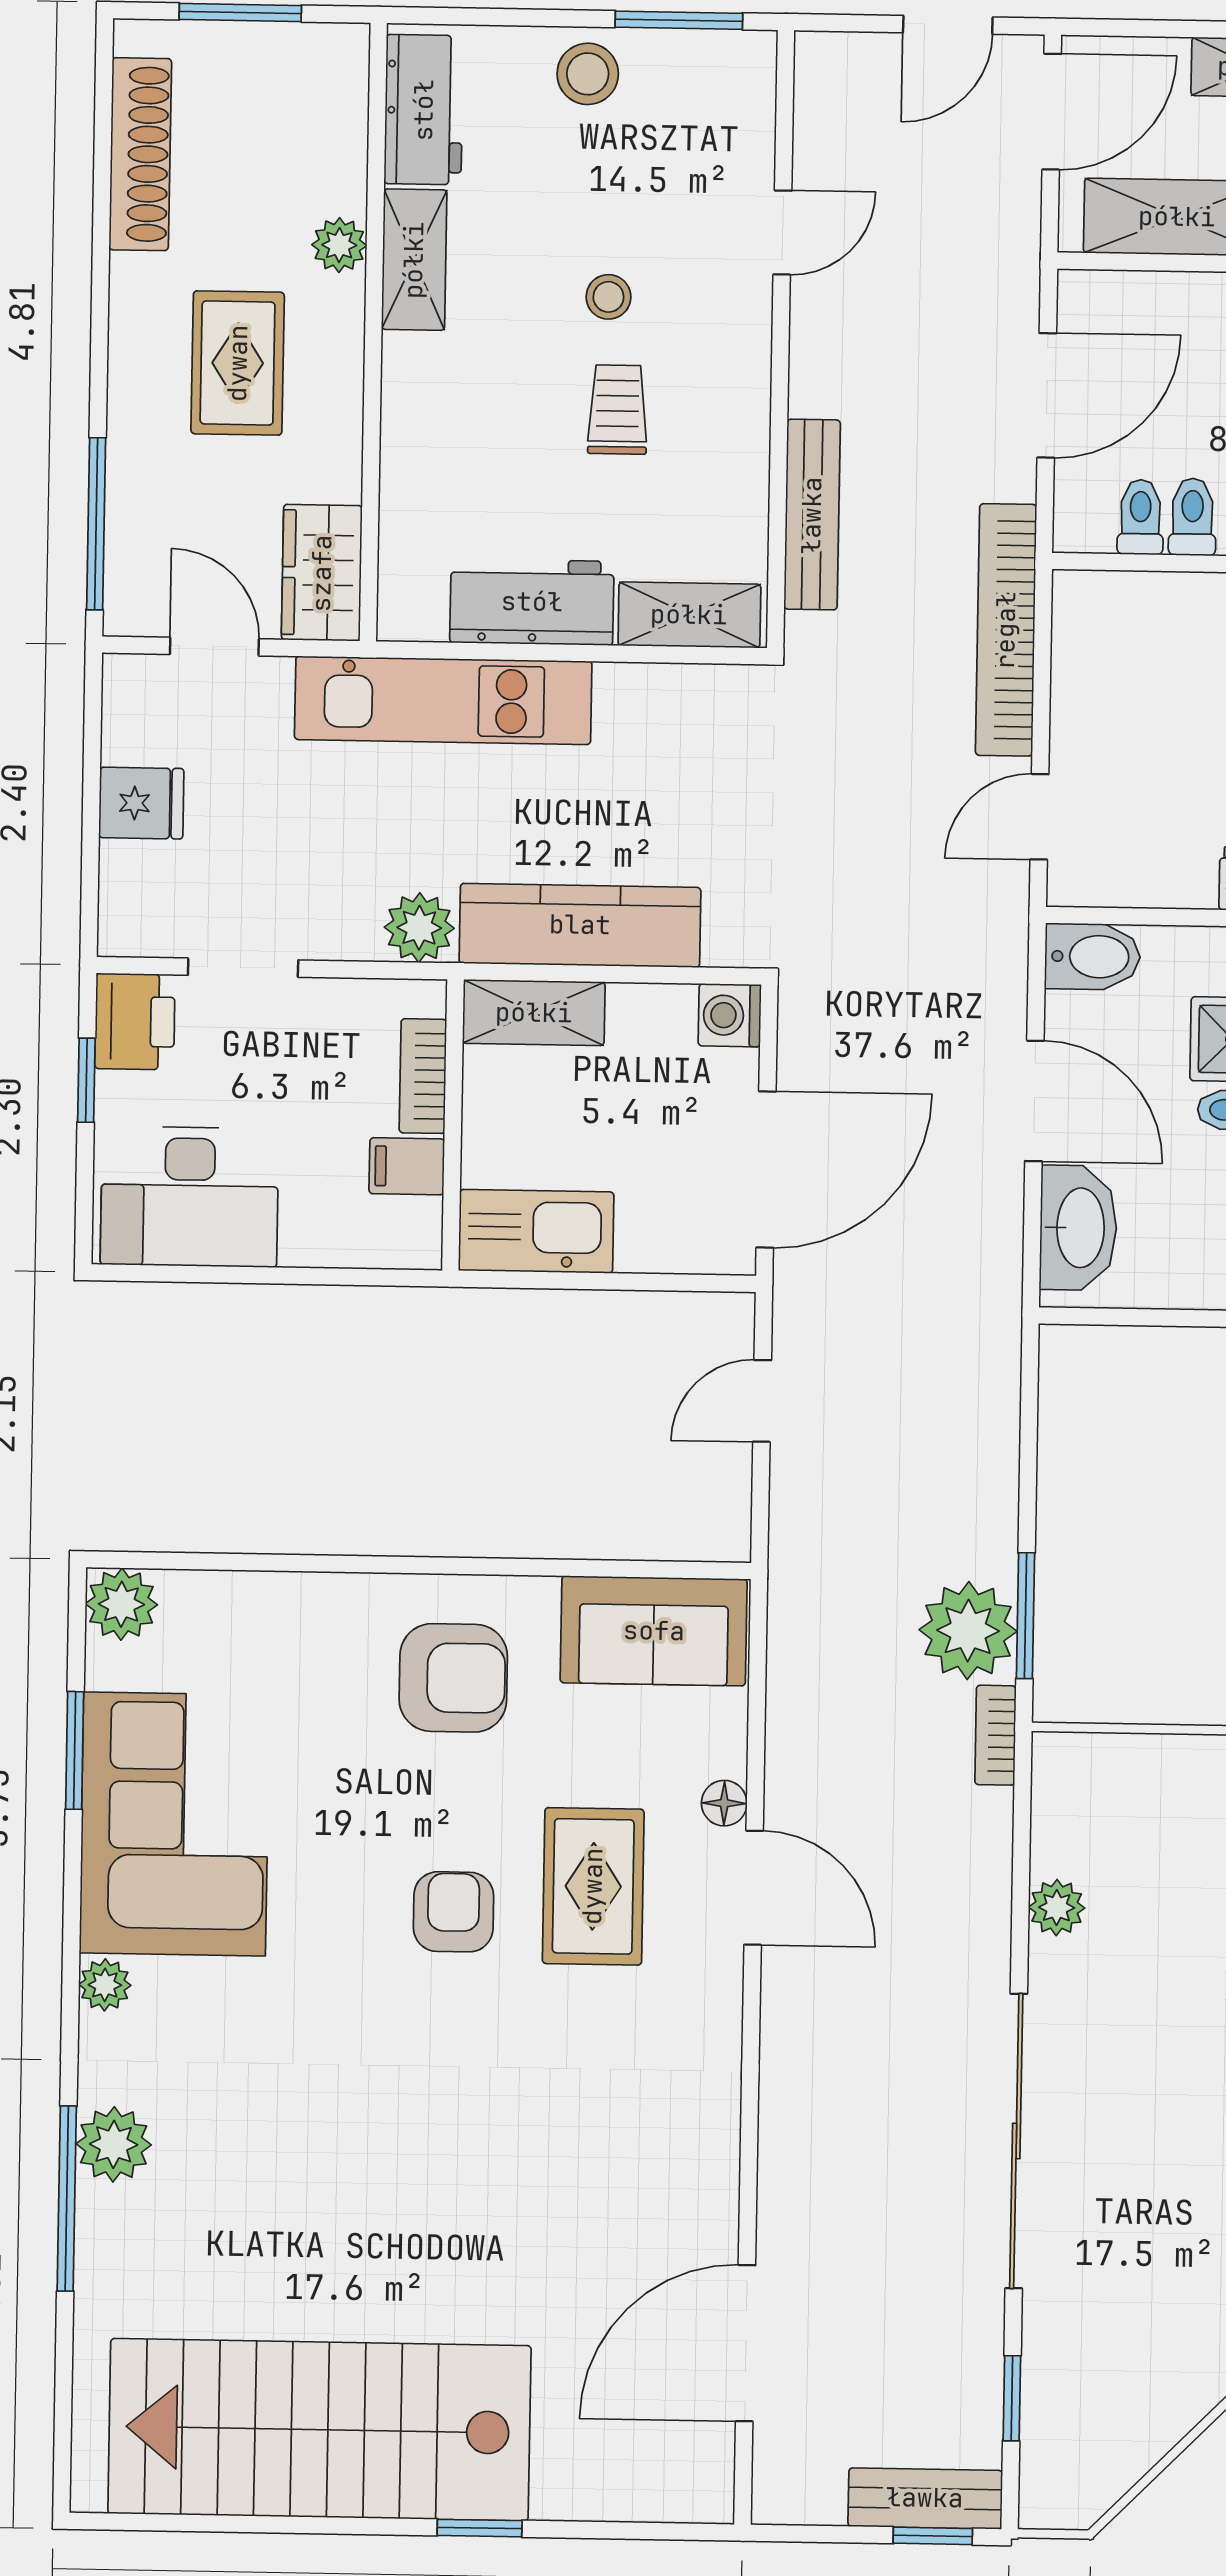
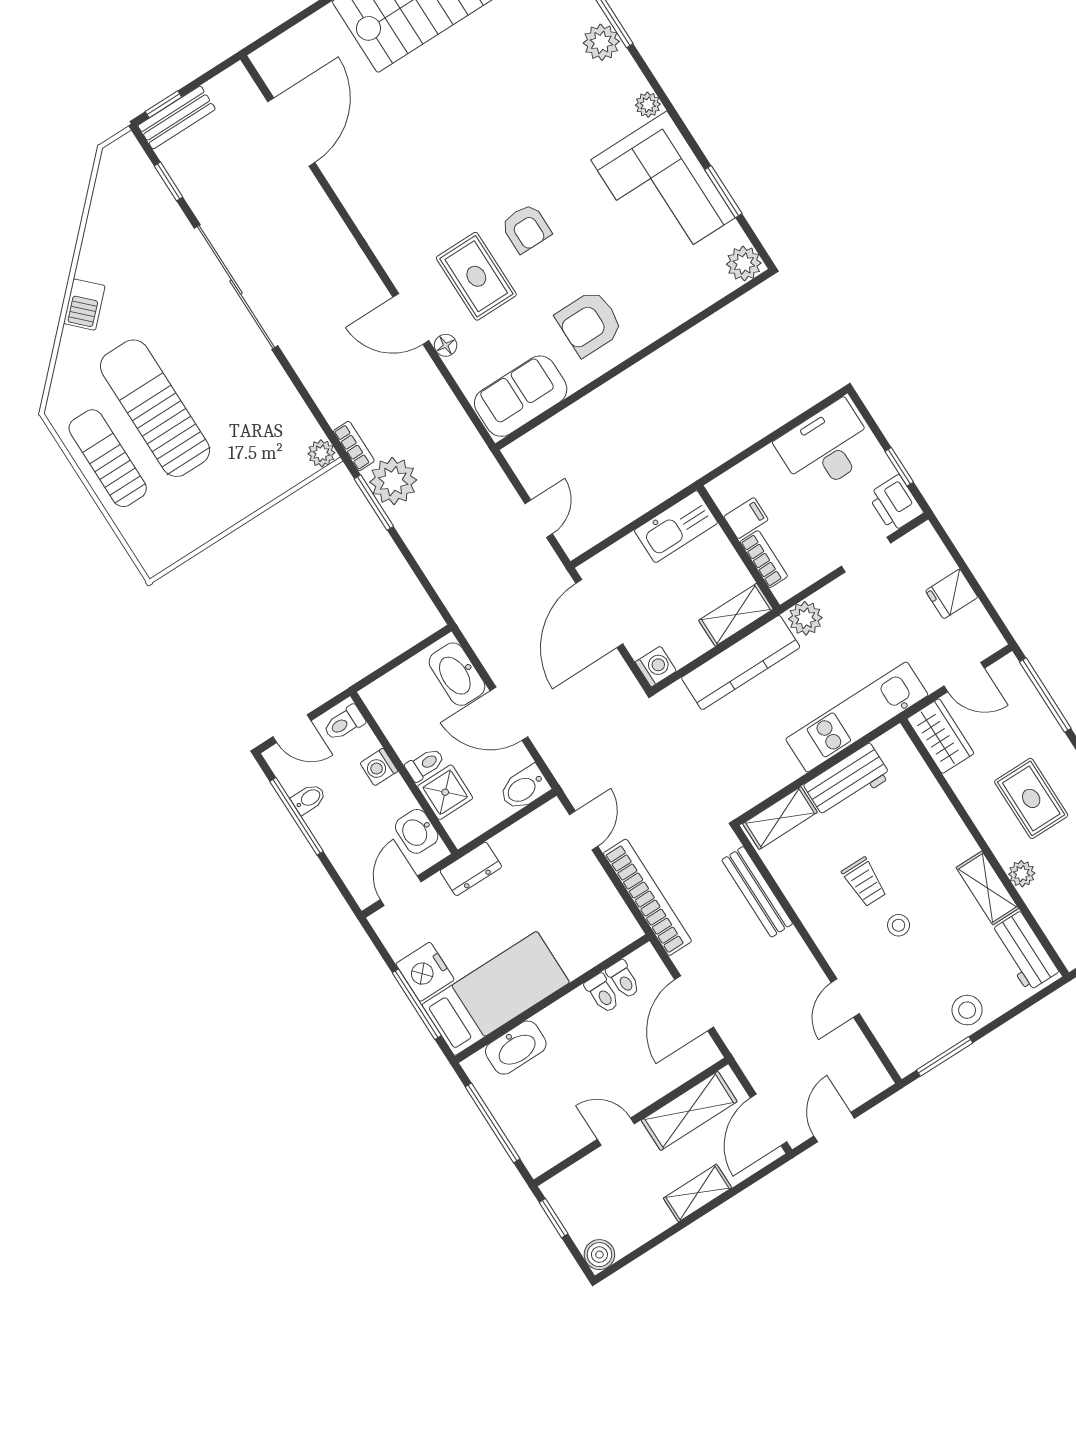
plant: (1057, 1908) -> (321, 453), moved

